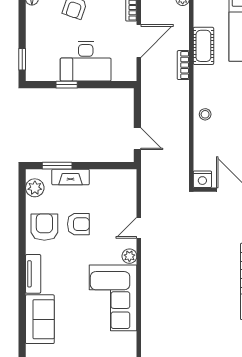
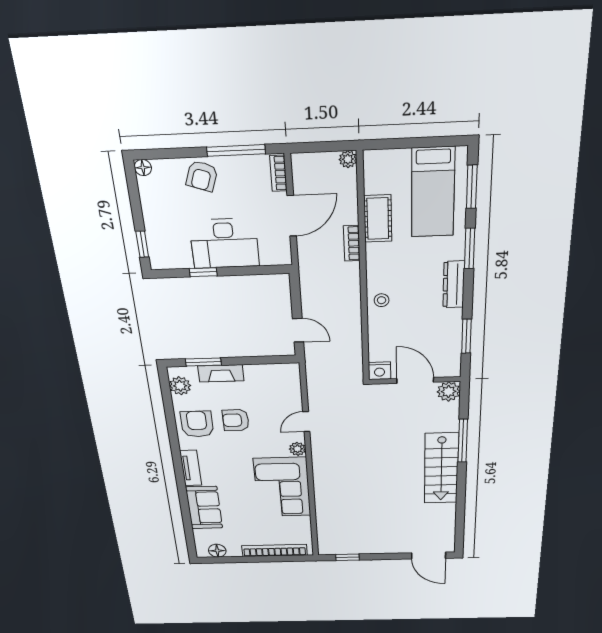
armchair: (78, 224) -> (236, 420), turned 180

